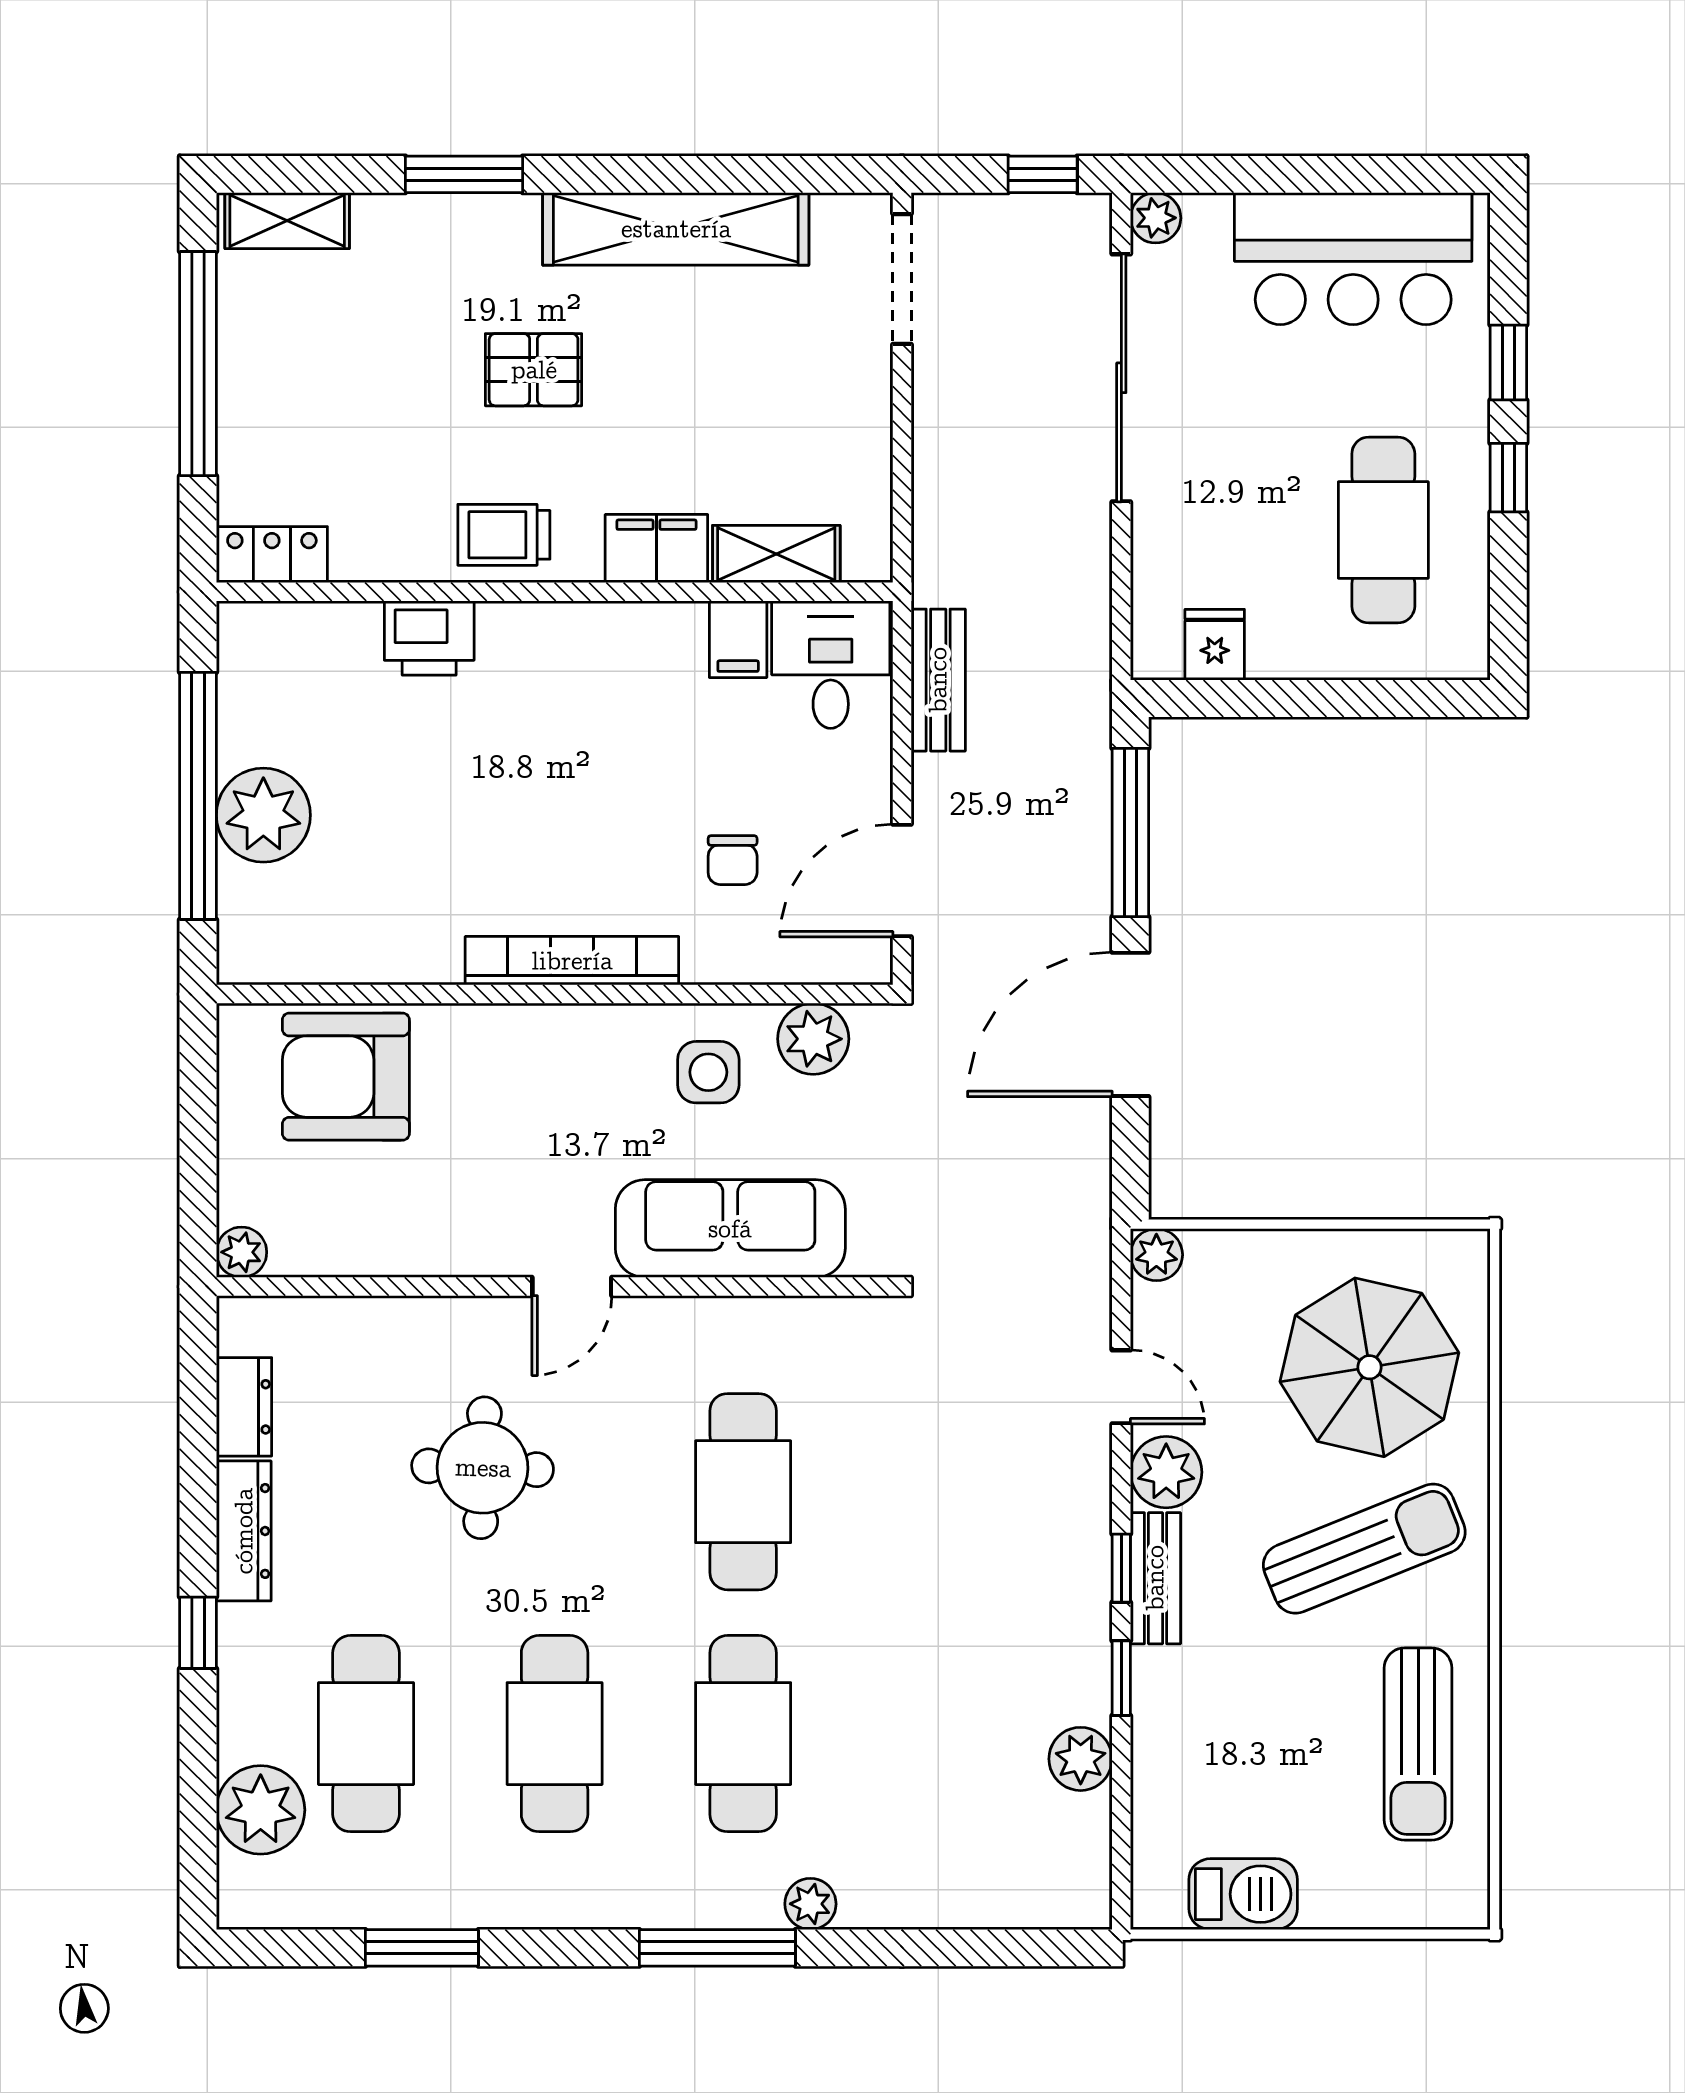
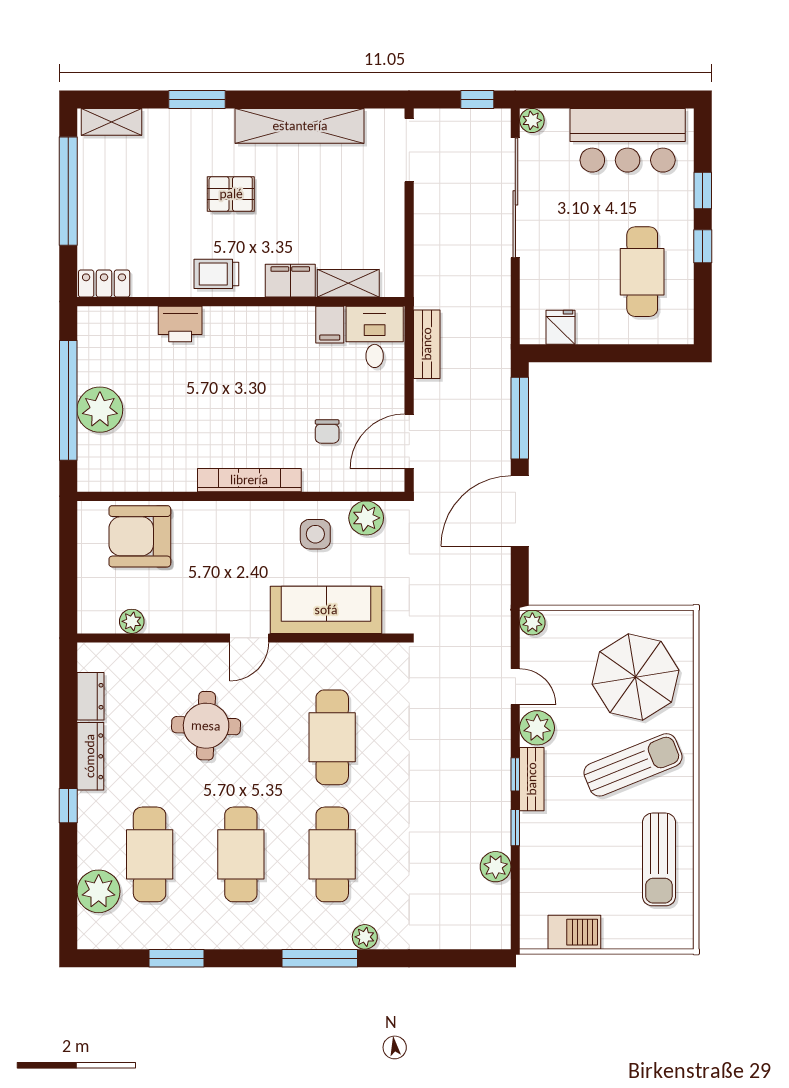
plant: (242, 1252) -> (132, 621), moved

